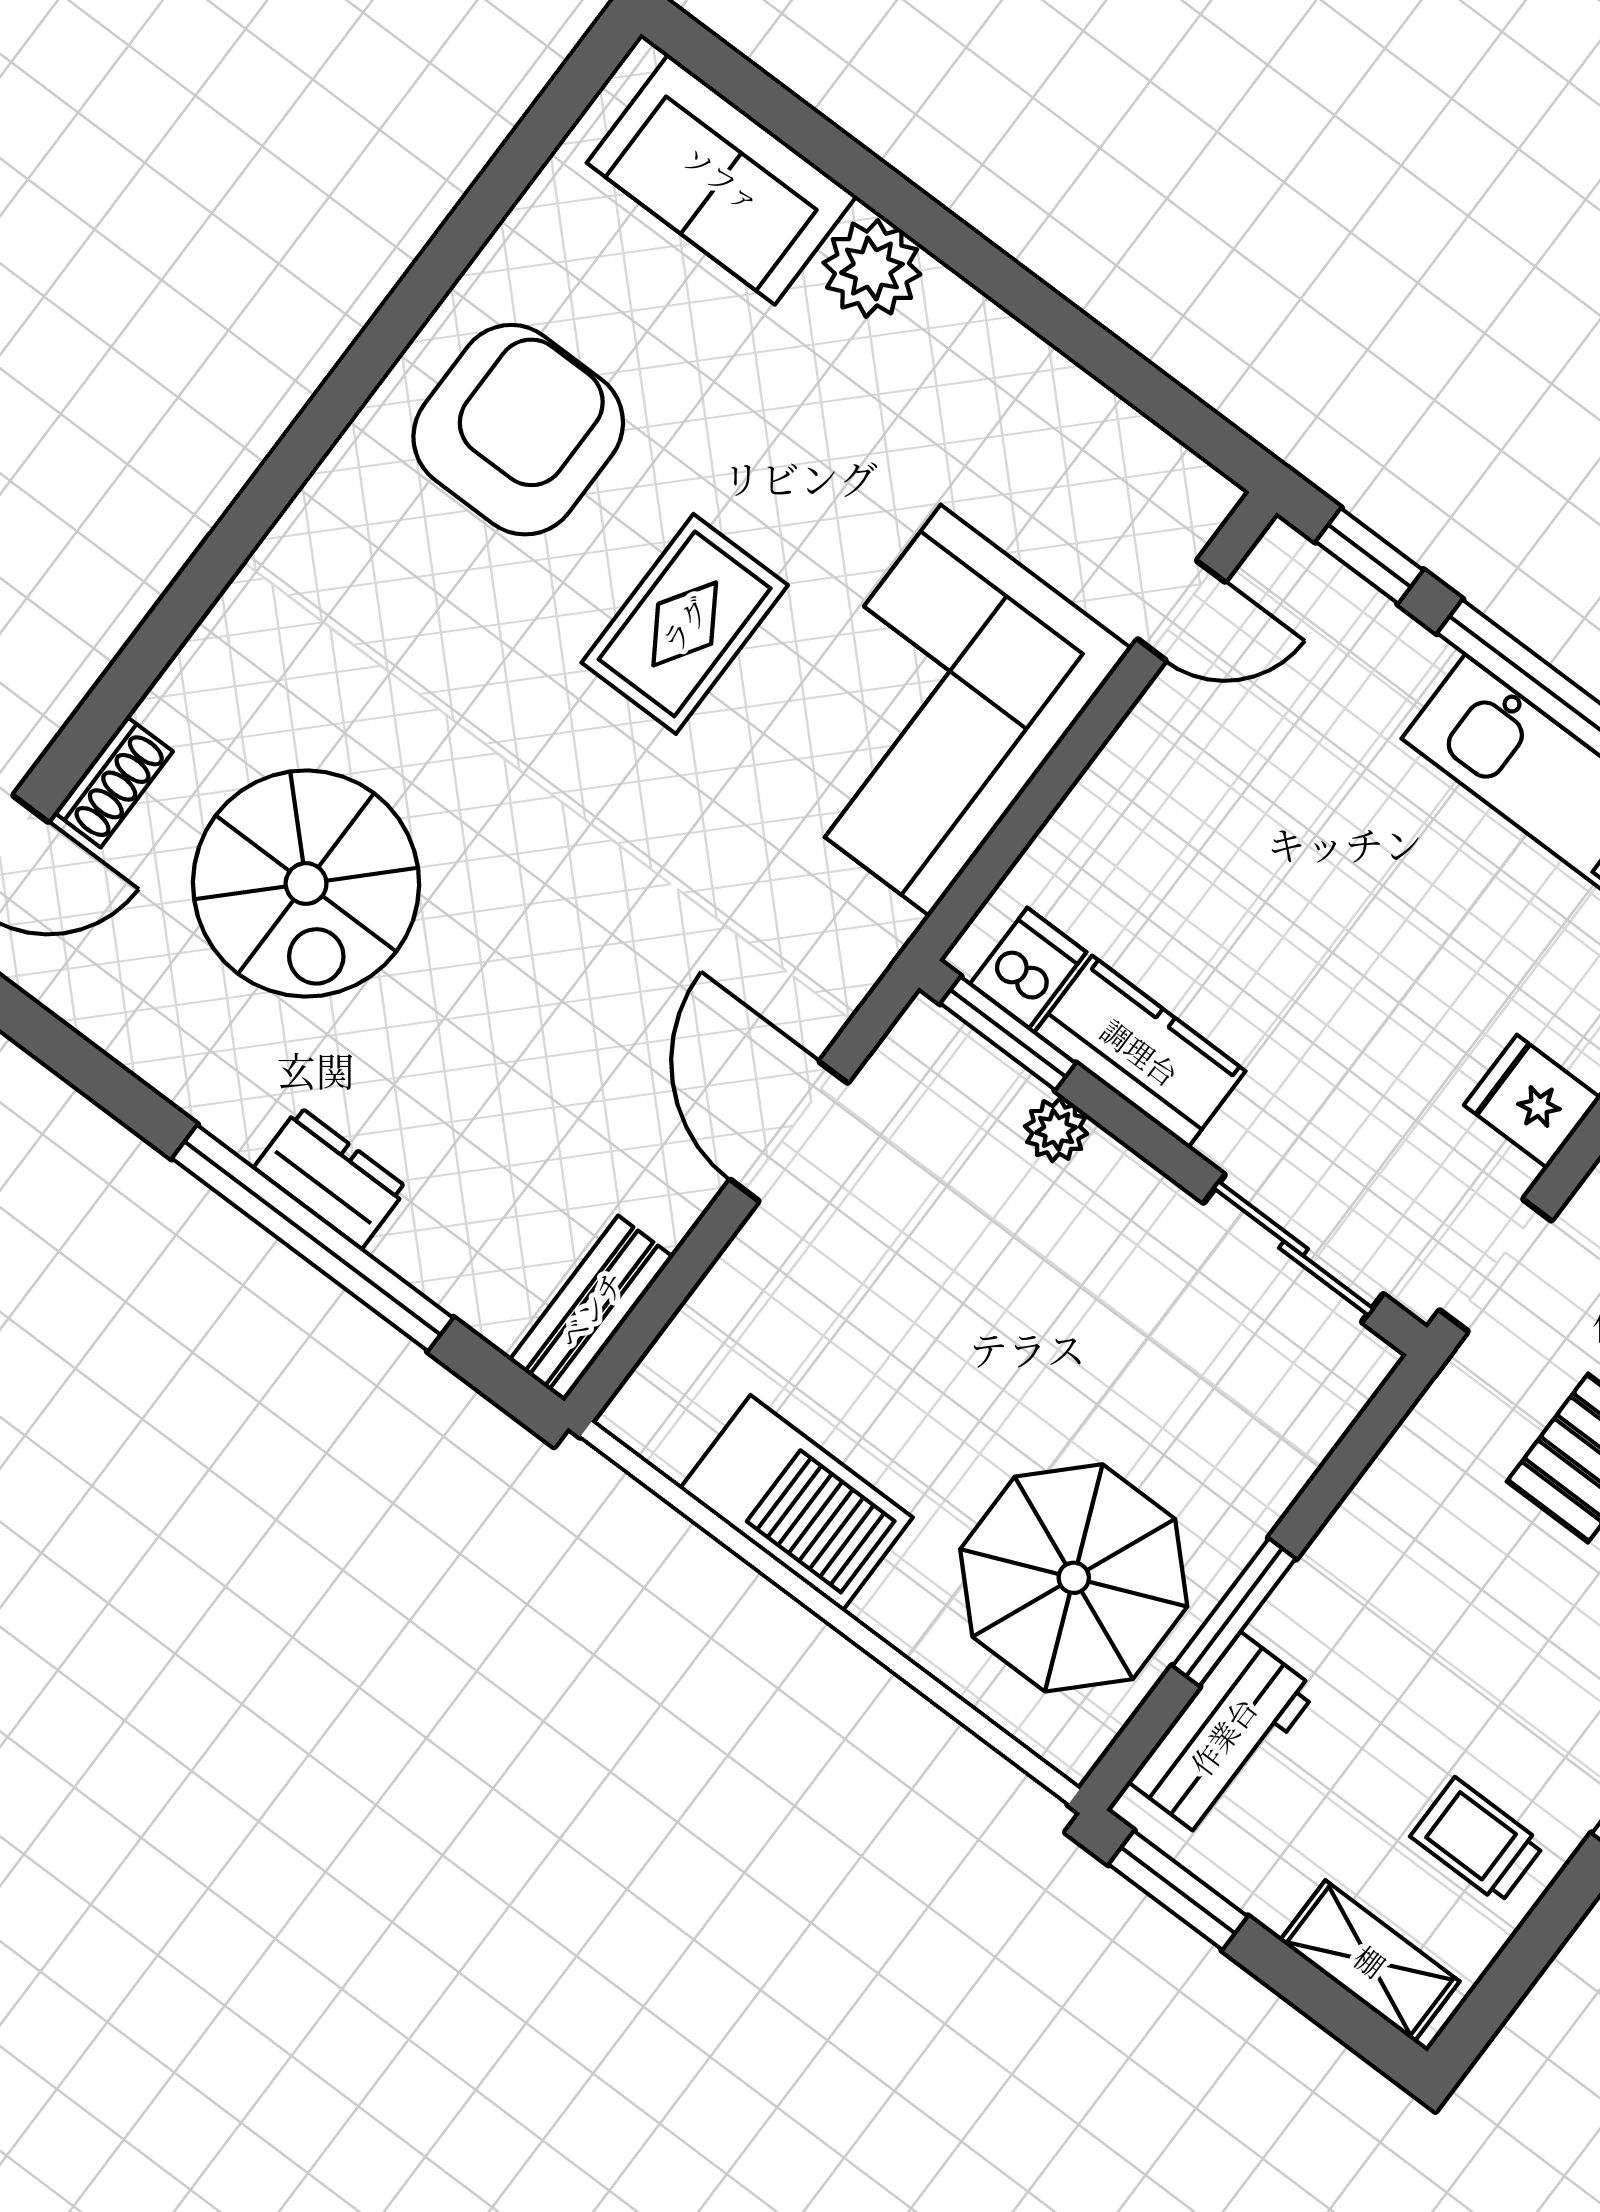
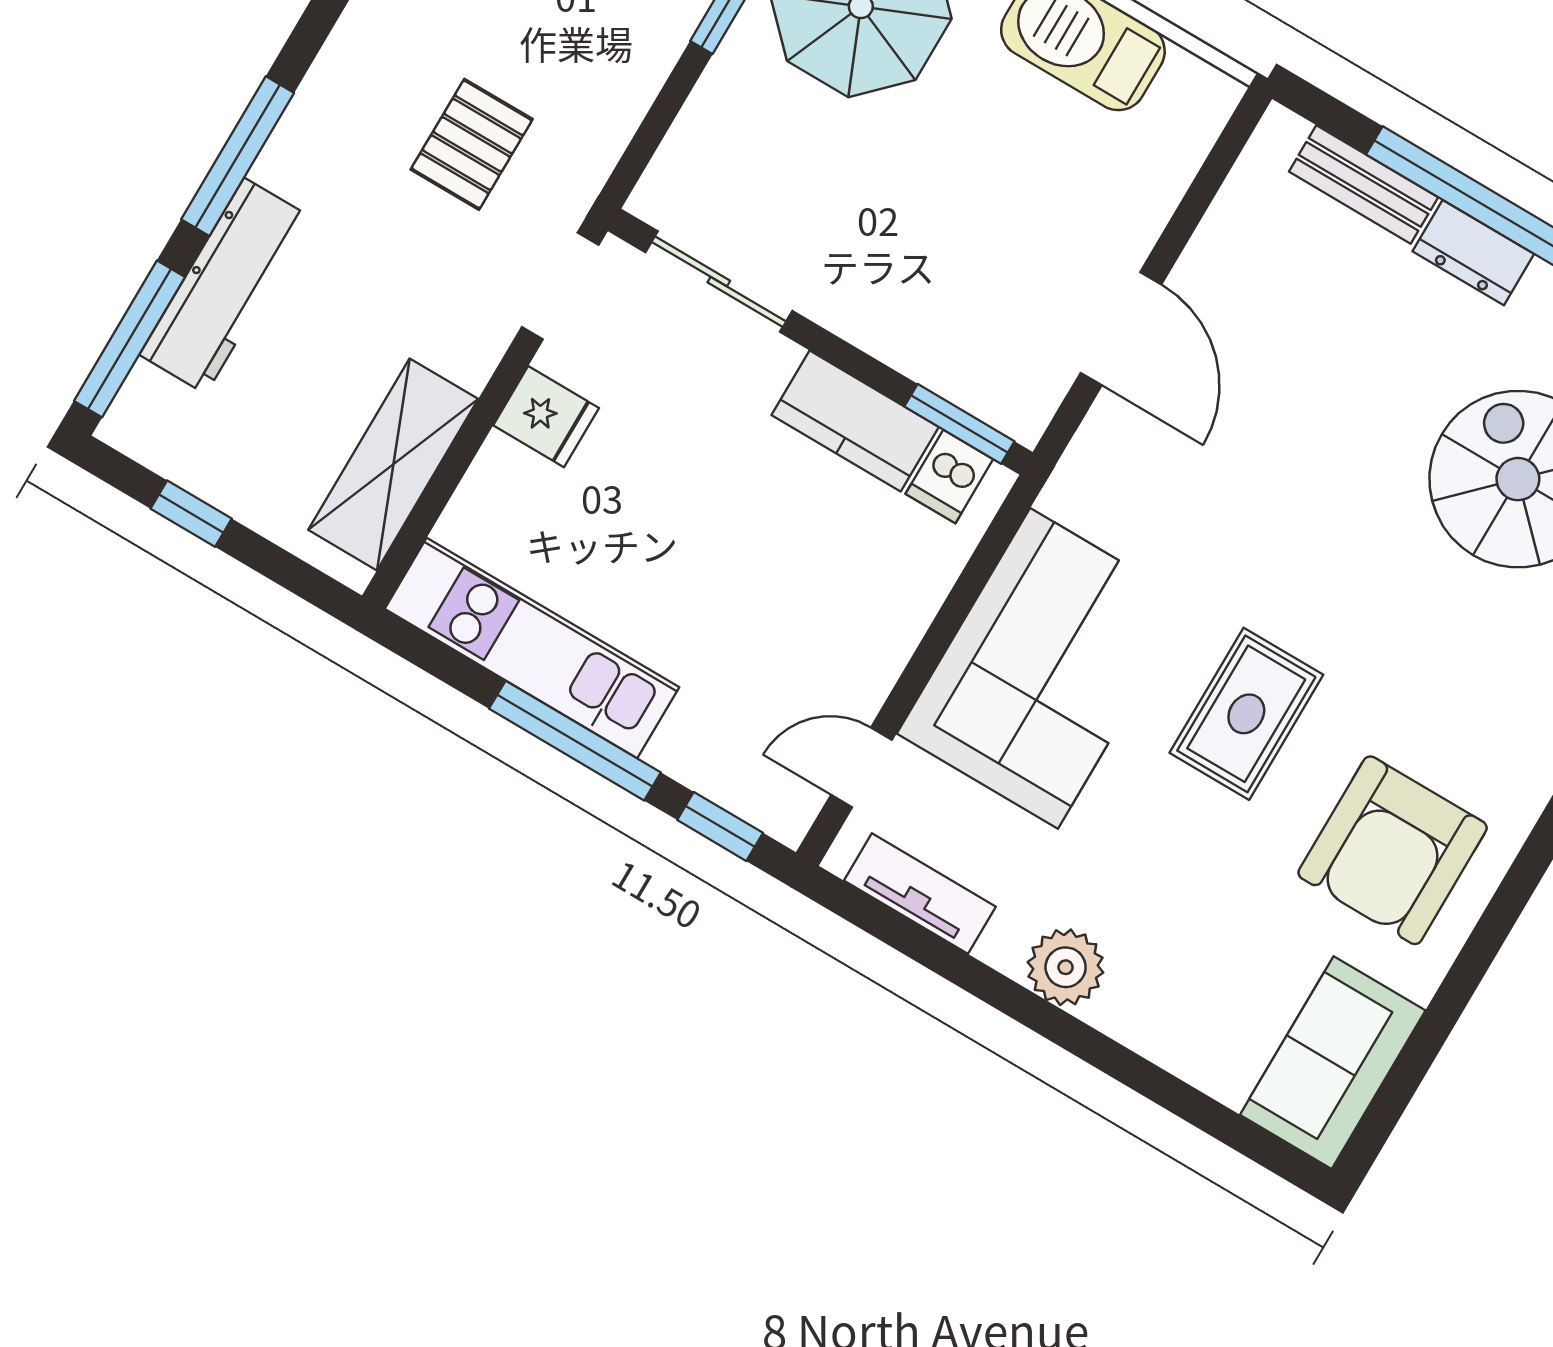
sofa: (722, 179) -> (1333, 1063), moved, turned -90
plant: (872, 268) -> (1066, 967), moved
tv unit: (1125, 442) -> (920, 894), added
plant: (1056, 1130) -> (914, 353), removed
bench: (591, 1309) -> (1364, 184), moved, turned 90

